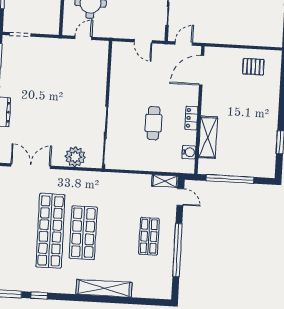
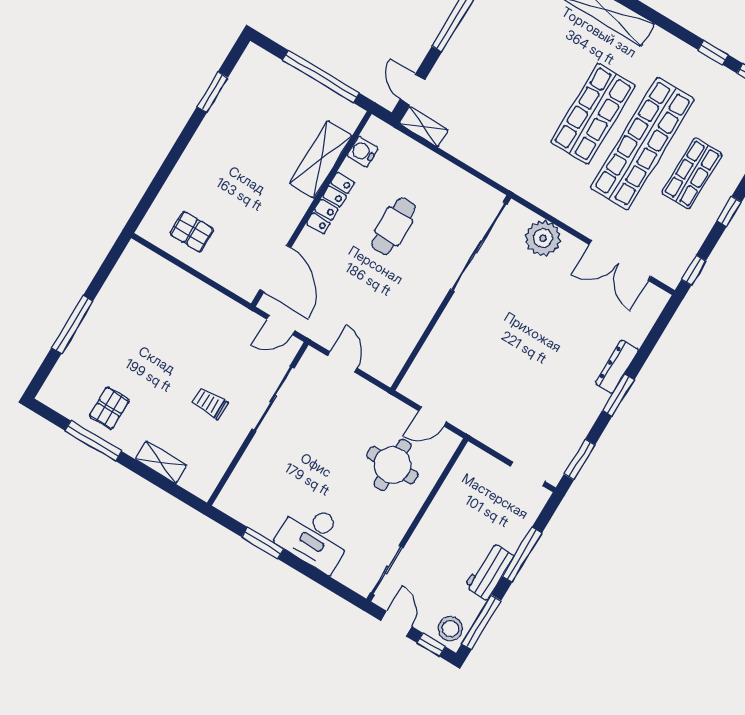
door: (202, 70) -> (275, 269), hinge flipped
locker: (191, 118) -> (330, 203), width x1.53
shop shelf: (149, 236) -> (692, 173), moved

